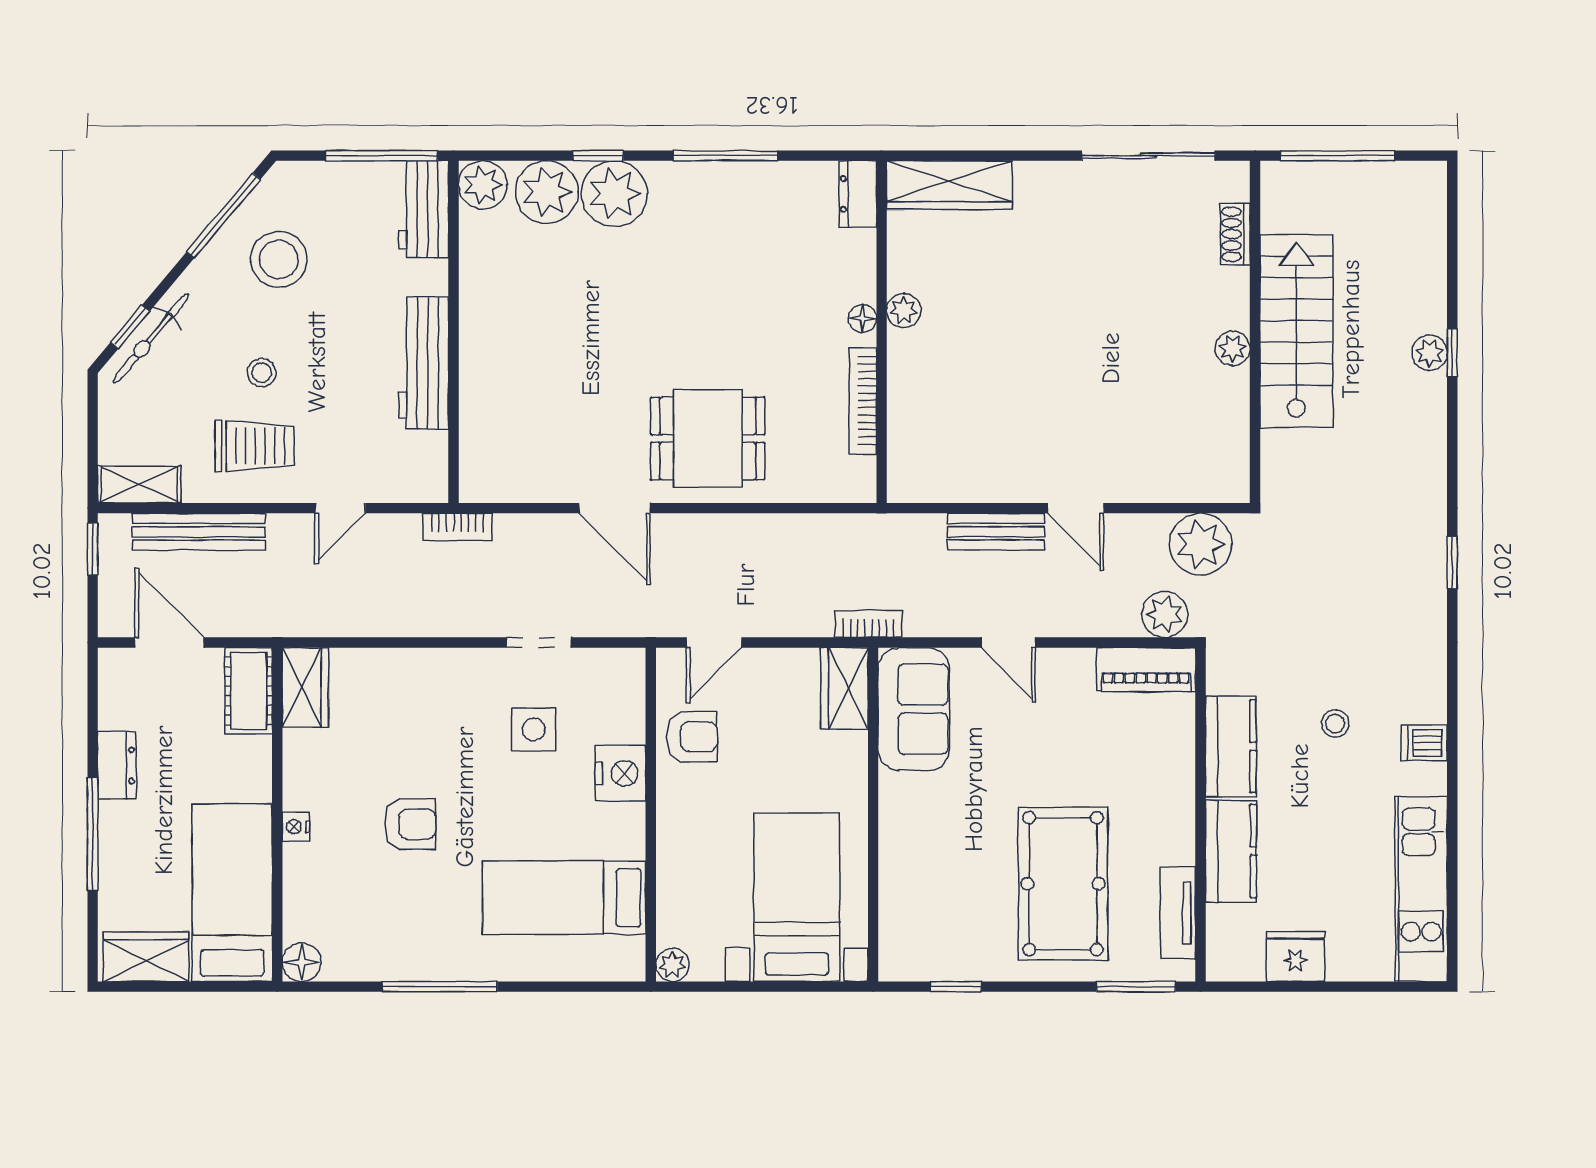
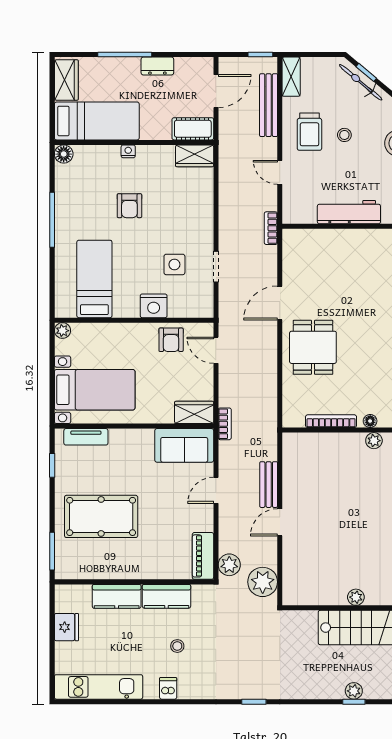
tv unit: (1178, 913) -> (86, 437), moved, turned 180

